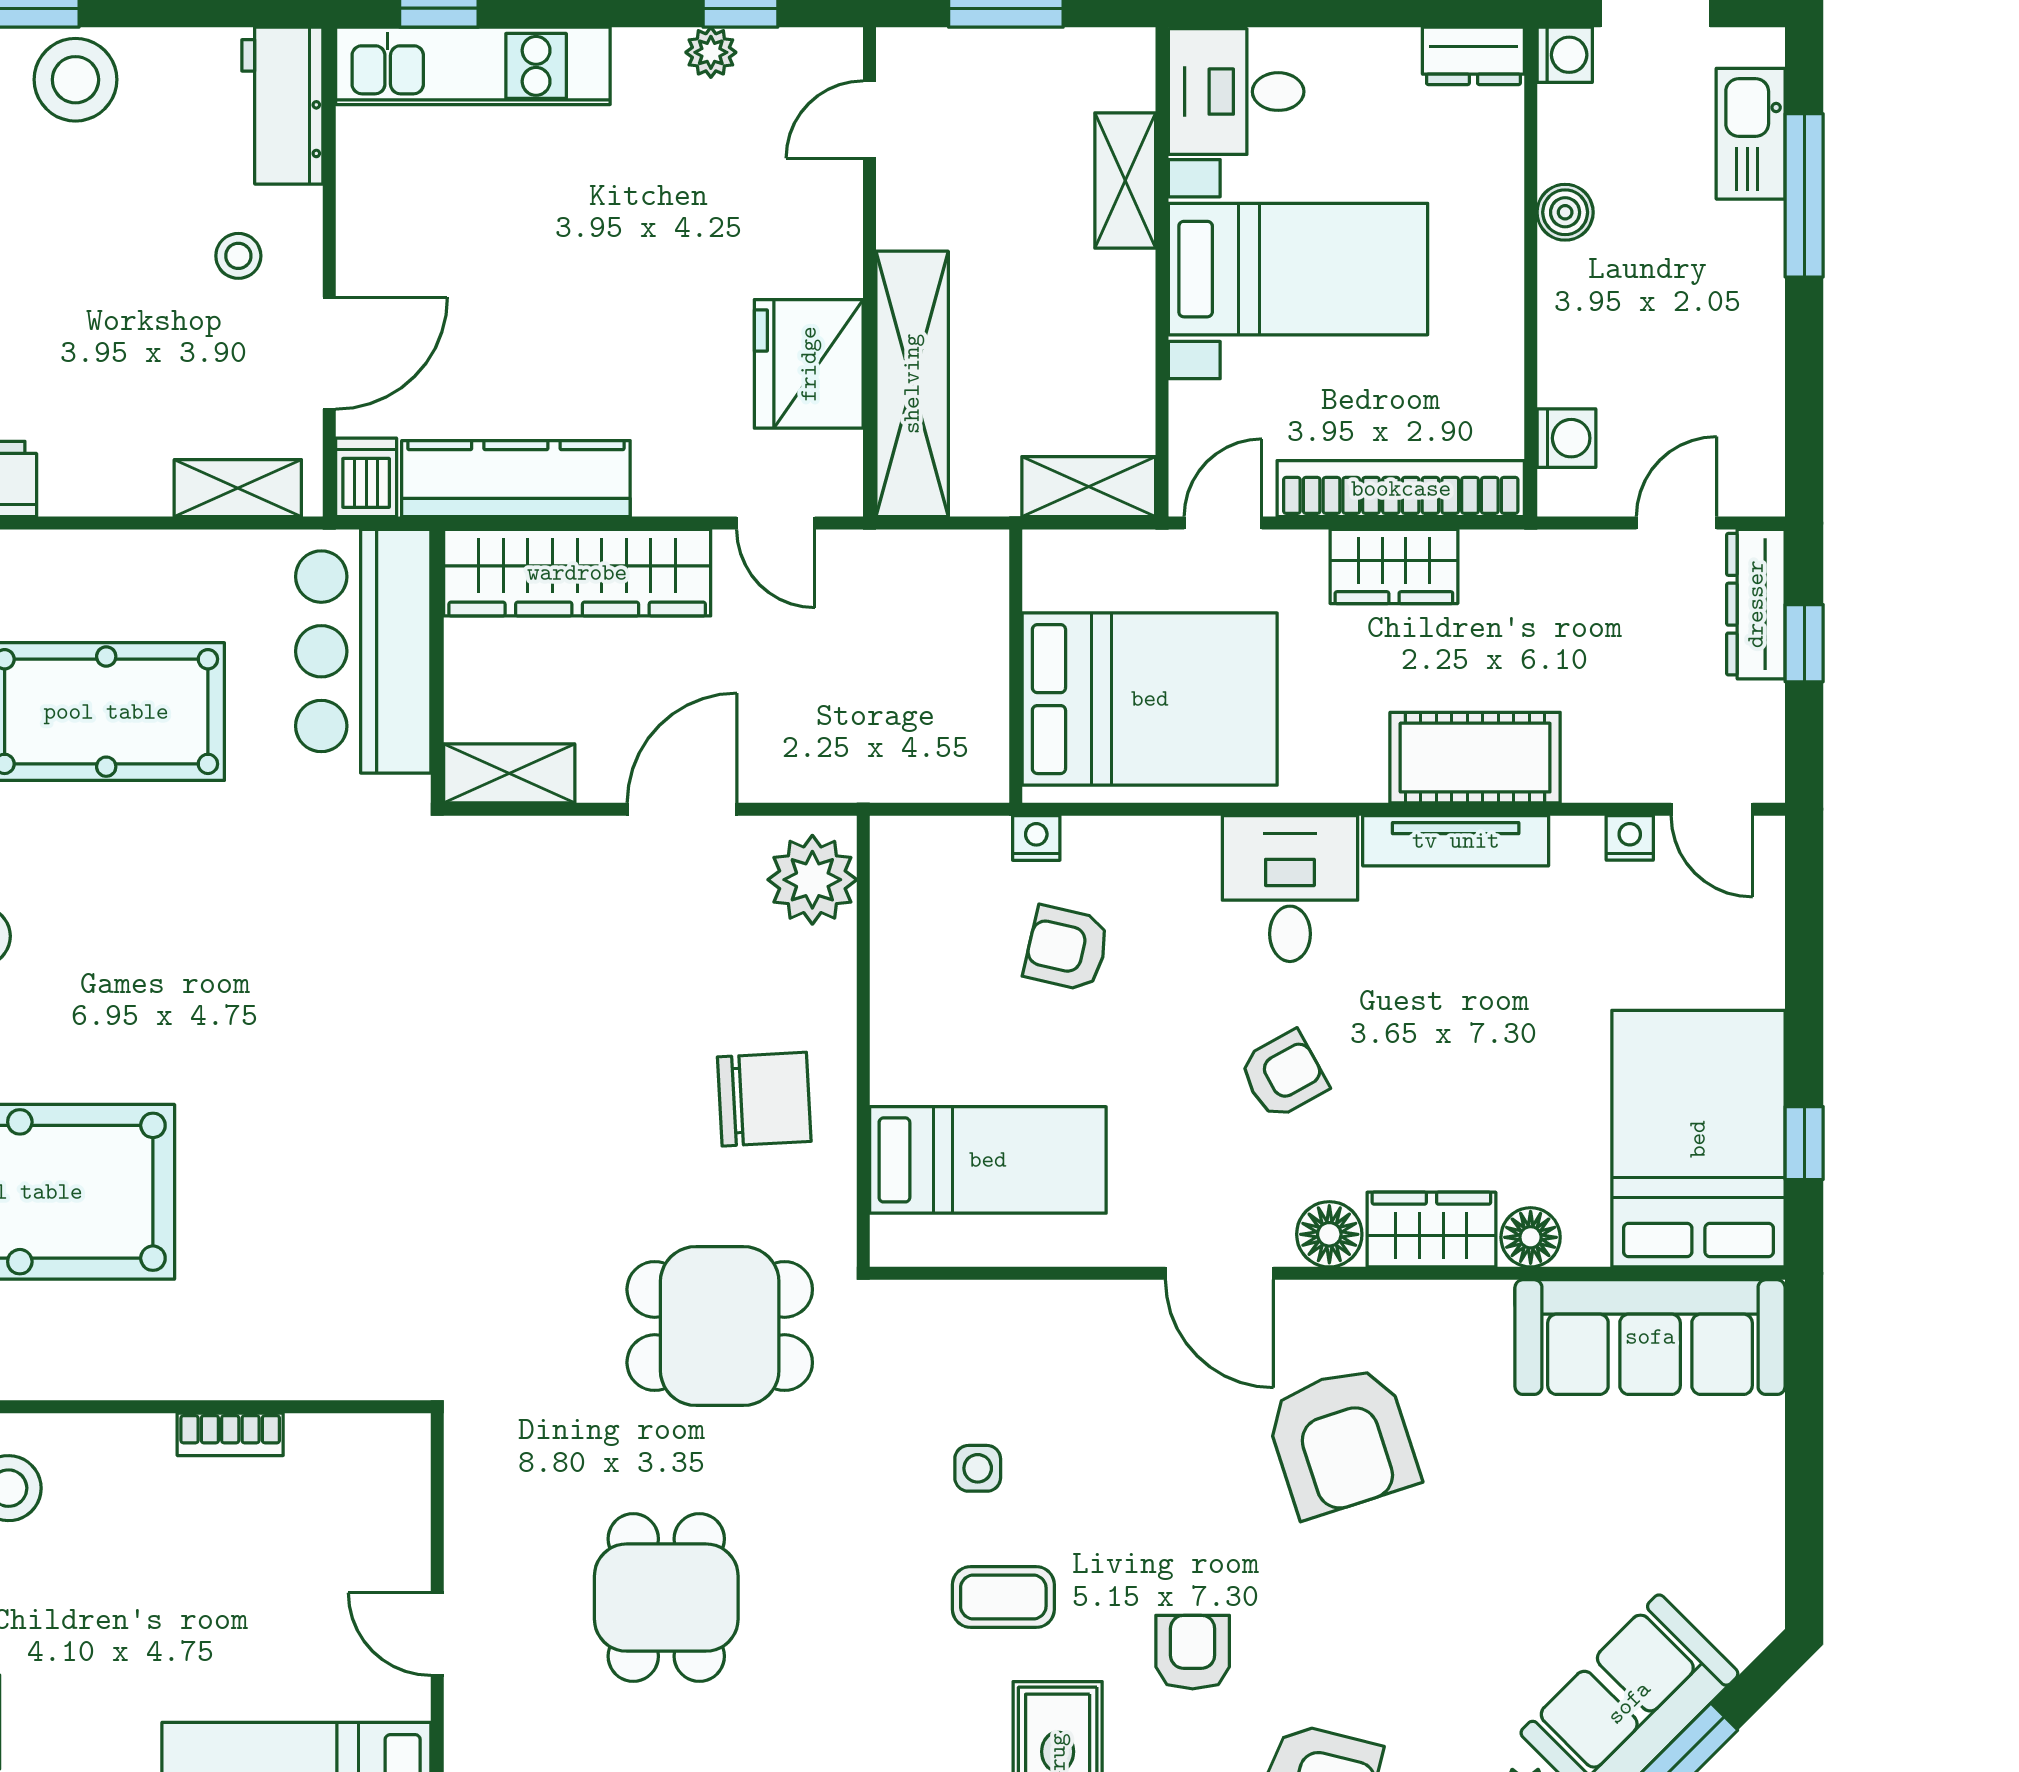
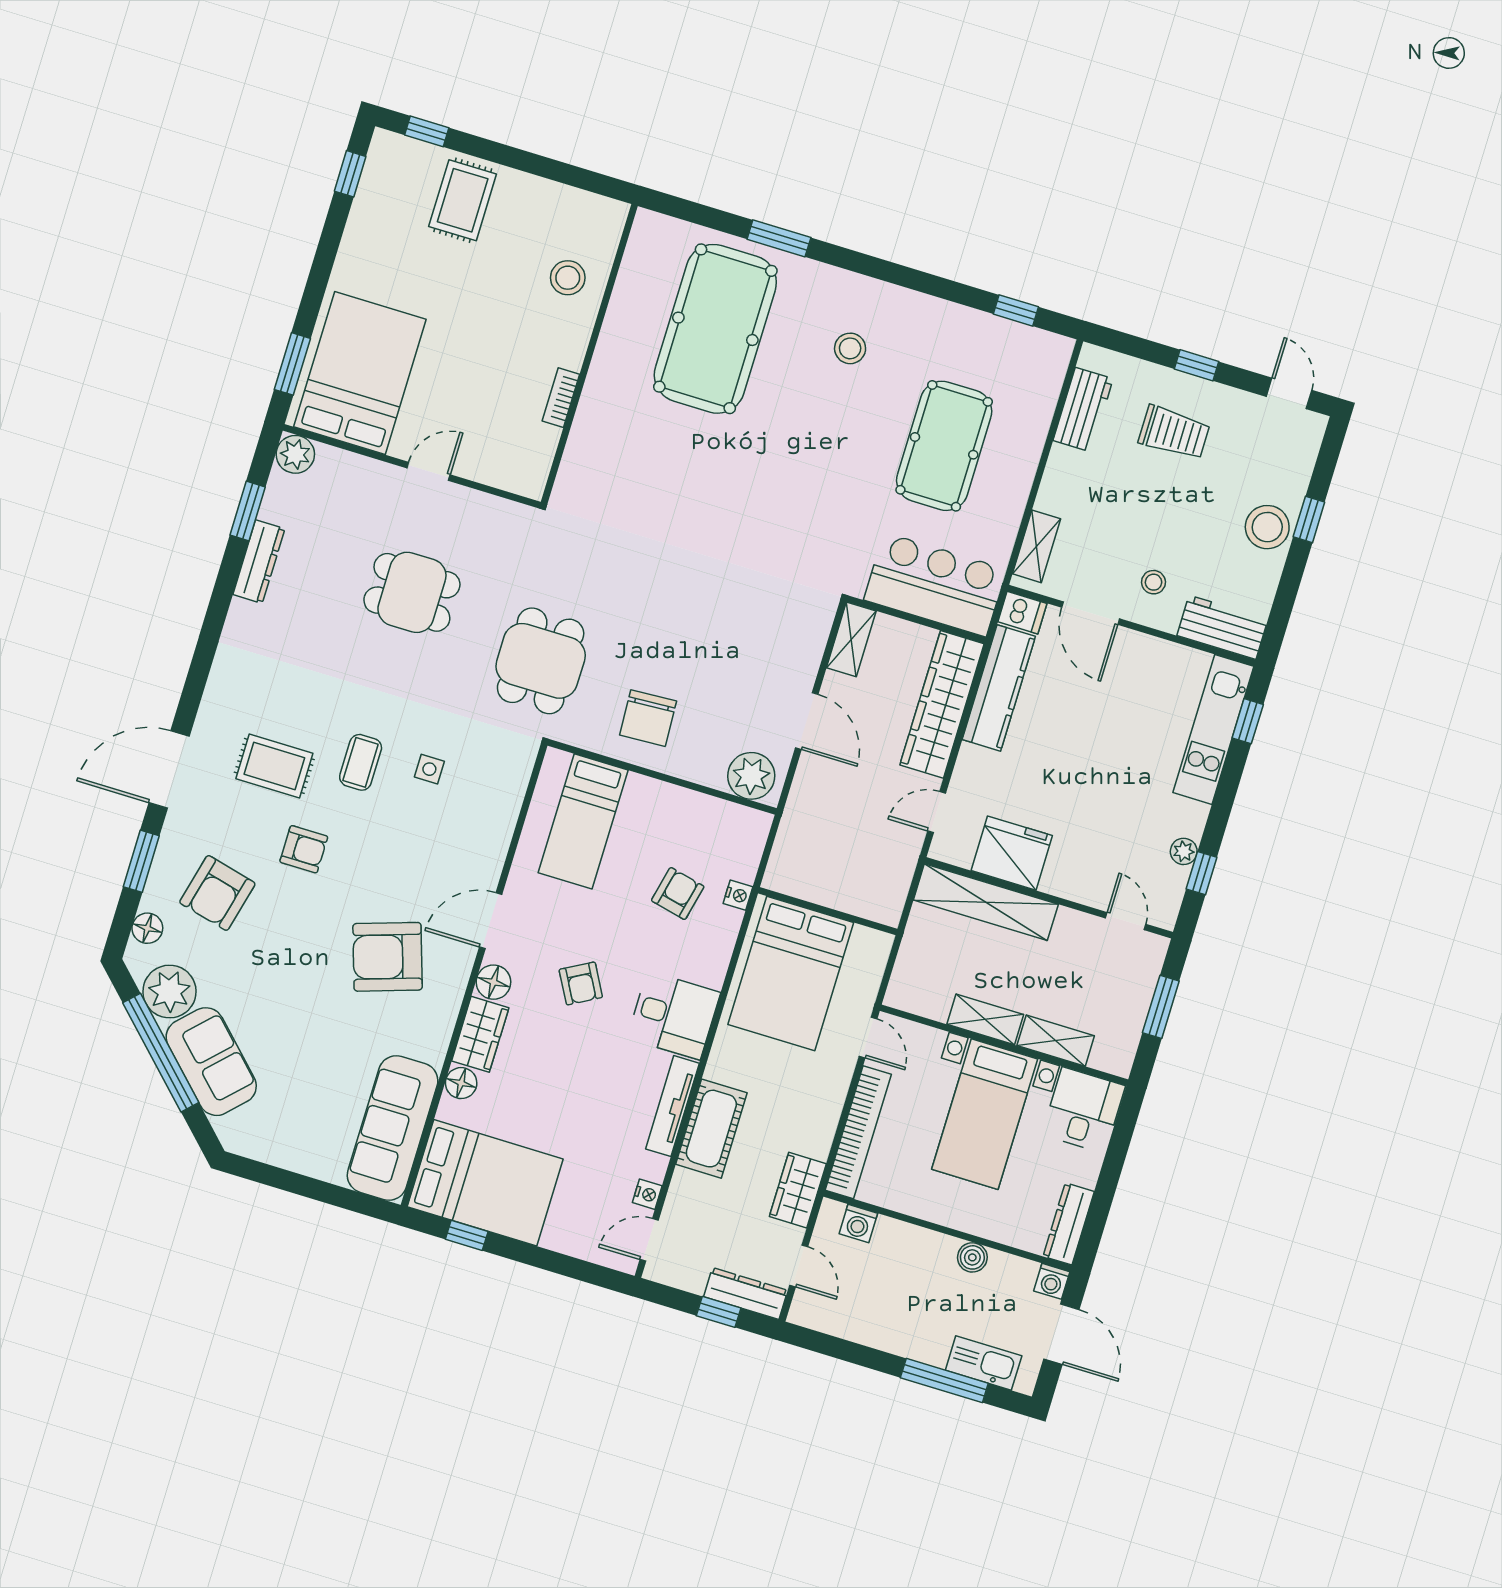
dresser: (1473, 56) -> (1069, 1224), width x1.44
shelving: (1089, 487) -> (985, 1019), moved, turned 90
wardrobe: (1394, 567) -> (798, 1190), moved

